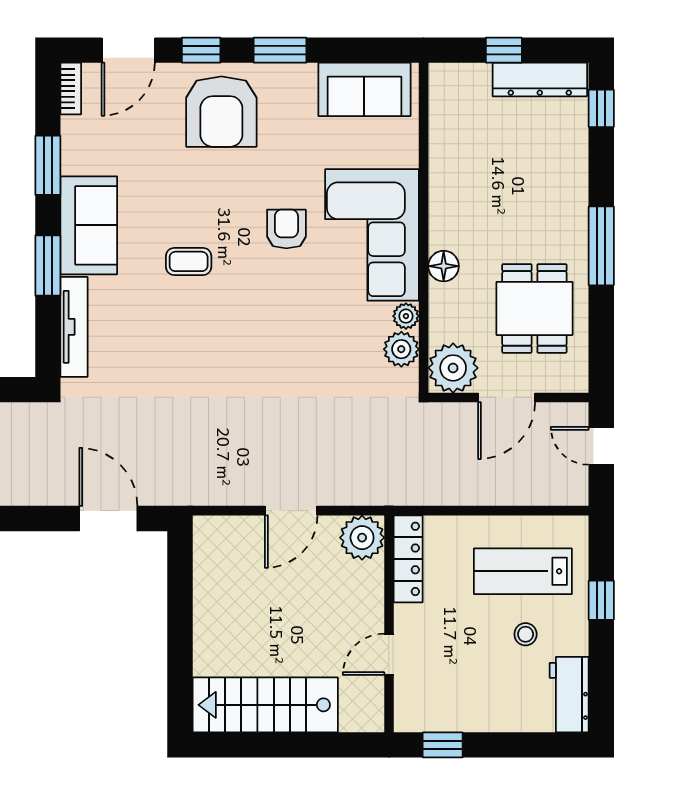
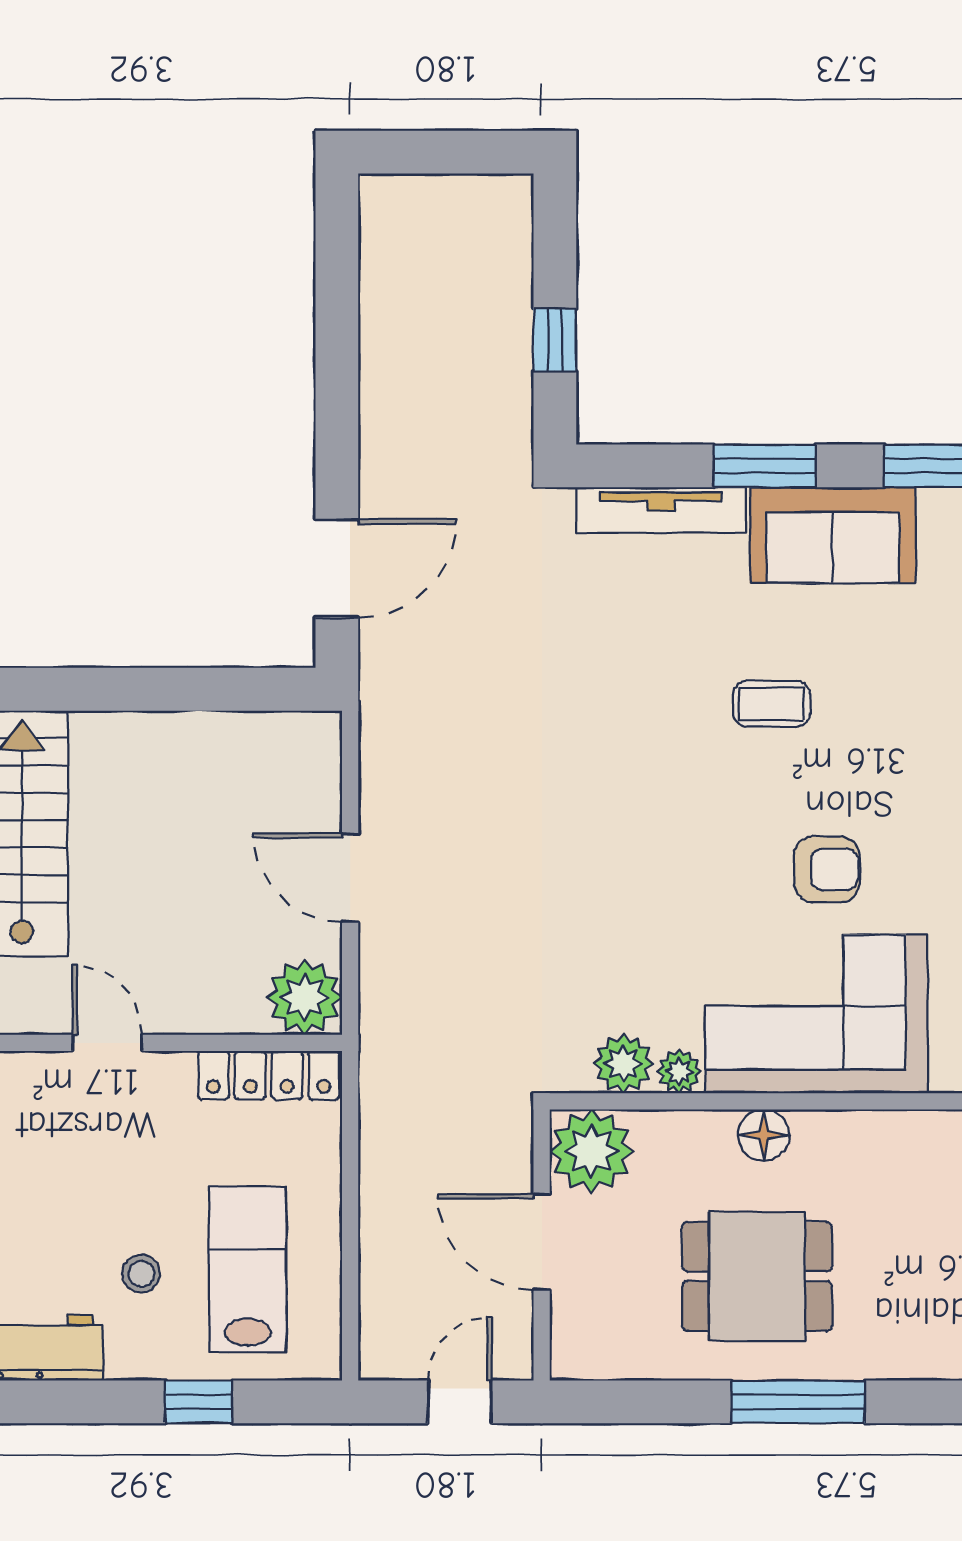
coffee table: (189, 261) -> (772, 704), turned 90
dining table: (534, 308) -> (757, 1276), moved

